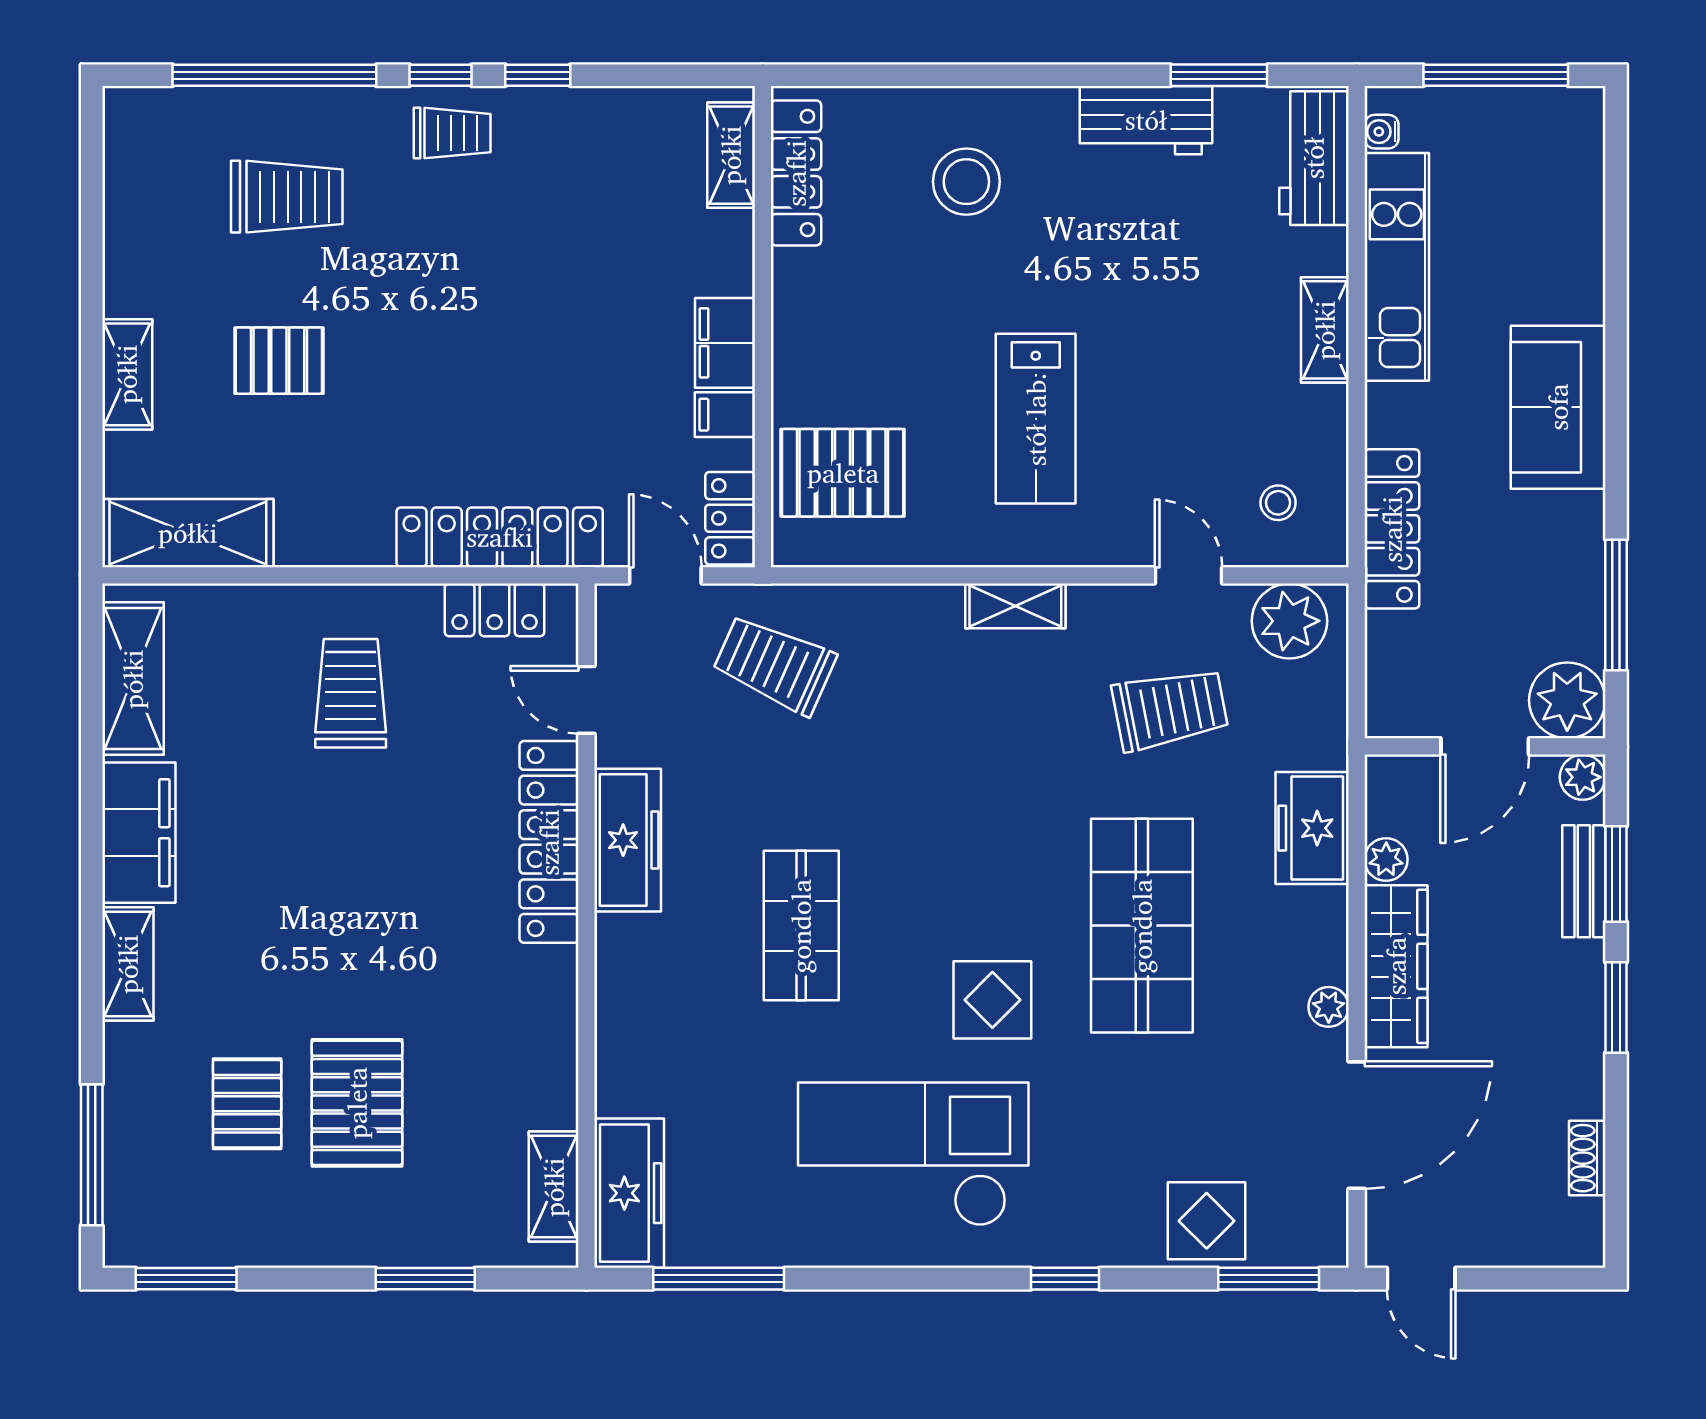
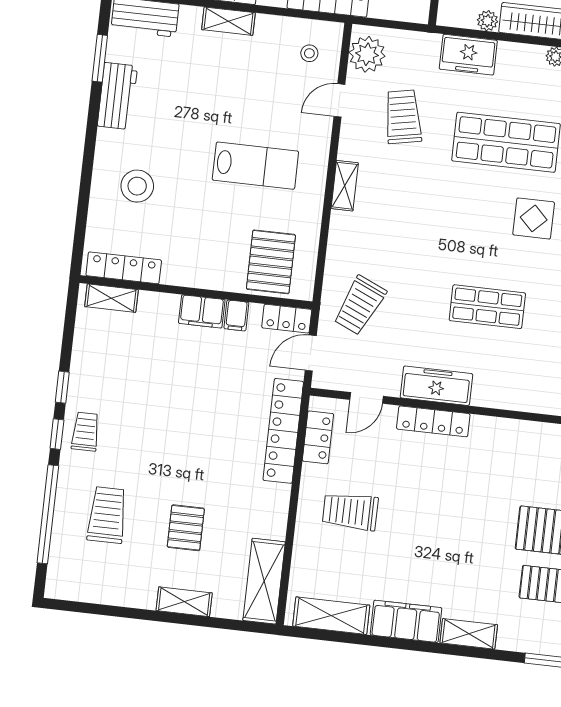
locker: (549, 842) -> (433, 421), width x0.71, depth x0.83

